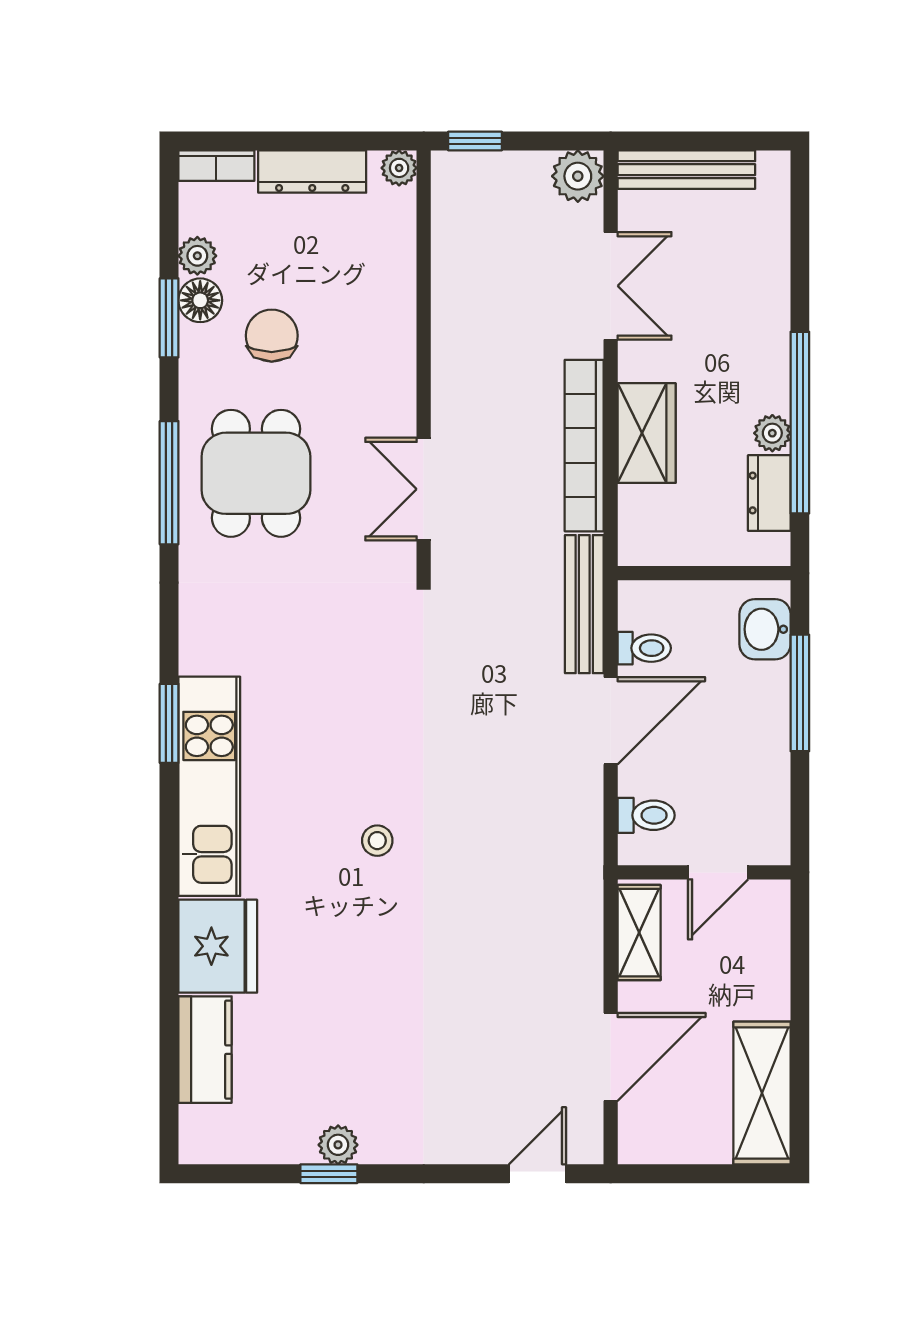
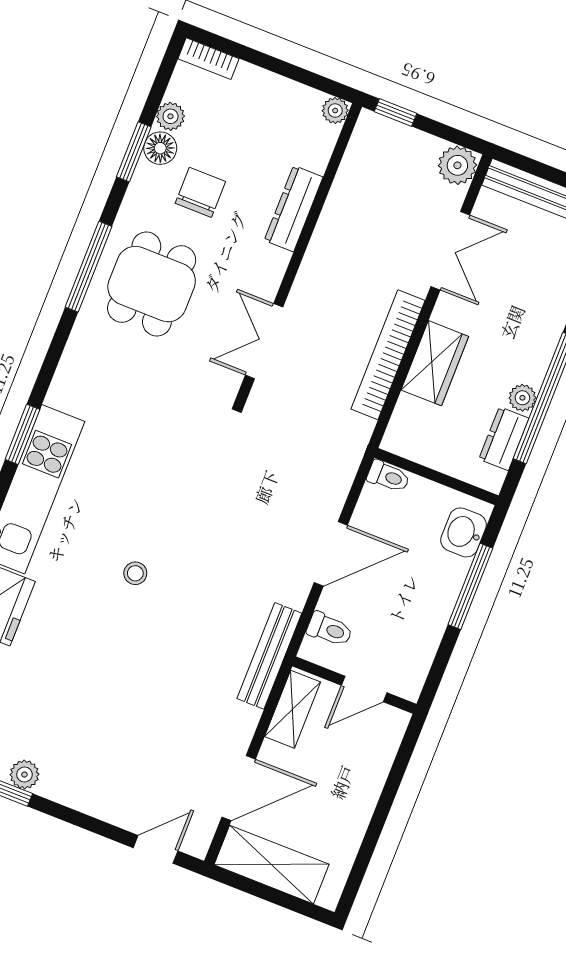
dresser: (312, 171) -> (294, 209), moved, turned 90
bench: (584, 604) -> (269, 656), moved
toilet: (644, 648) -> (388, 476), moved
shelving: (762, 1093) -> (272, 865), moved, turned 90

